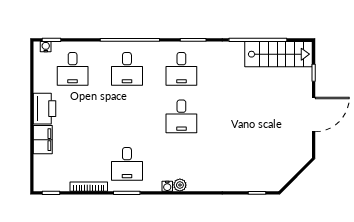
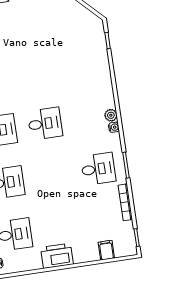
filing cabinet: (43, 140) -> (106, 250), moved, width x0.50

